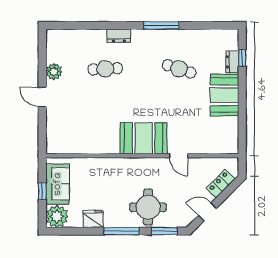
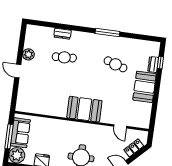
dresser: (119, 36) -> (62, 34), moved
door: (179, 156) -> (120, 126), moved
window: (42, 191) -> (9, 136), width x2.17

